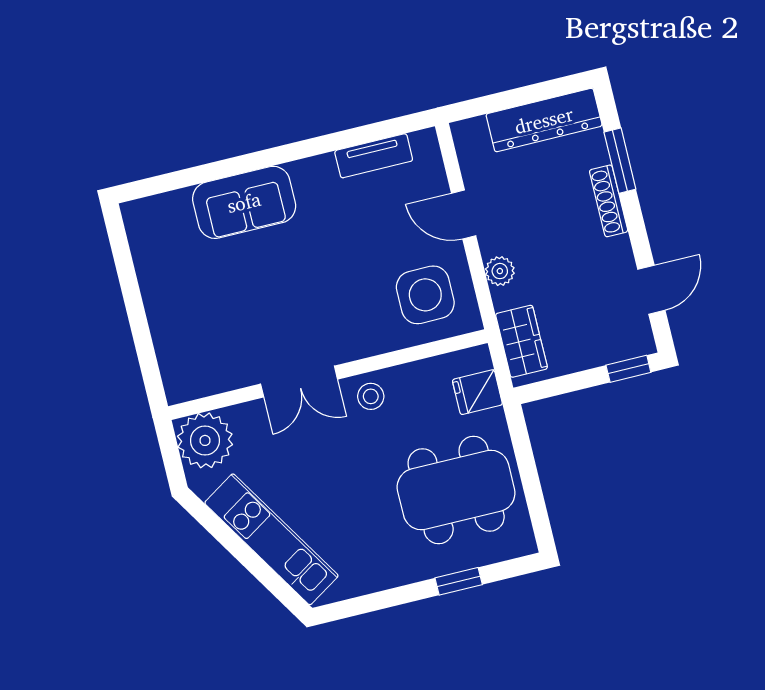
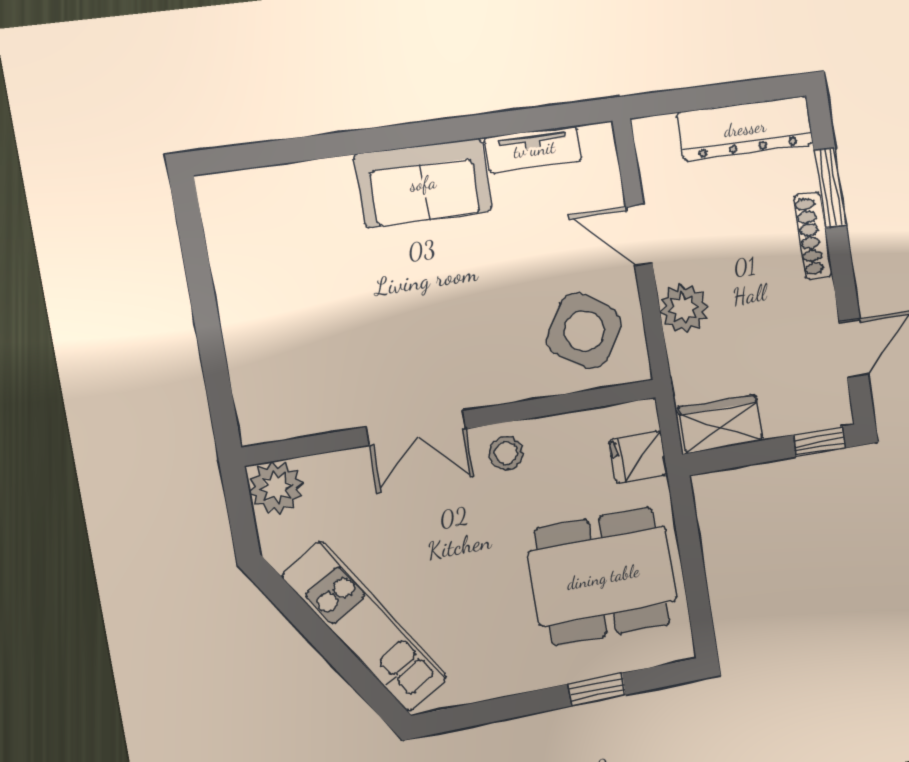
sofa: (244, 202) -> (423, 183), moved
plant: (500, 271) -> (684, 308), width x1.38, depth x1.38
side table: (425, 295) -> (584, 331), turned 32
wardrobe: (522, 341) -> (721, 424), moved, turned -90
plant: (205, 440) -> (276, 487), width x0.73, depth x0.73

